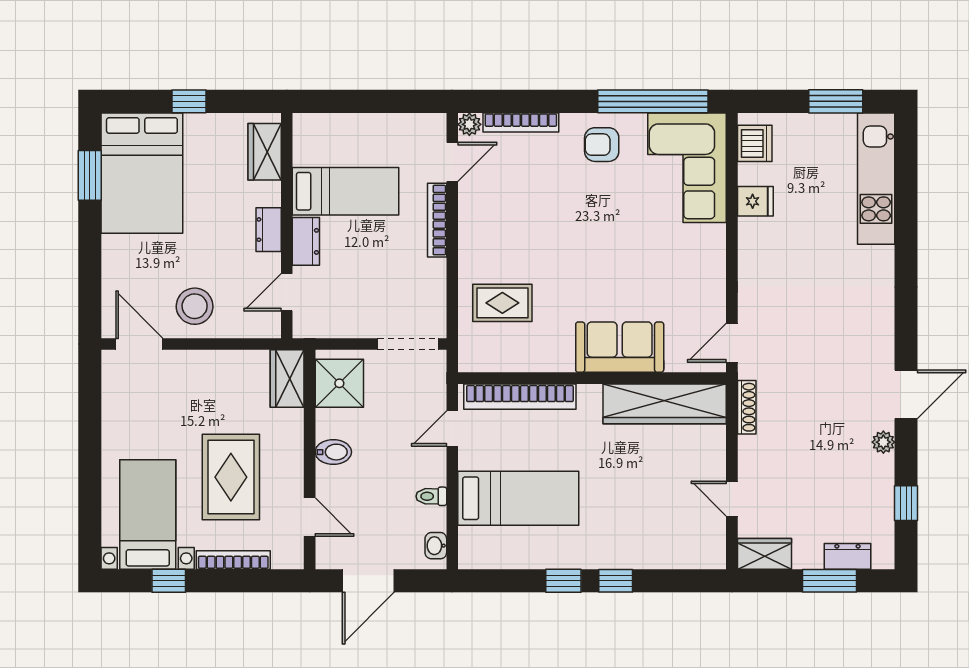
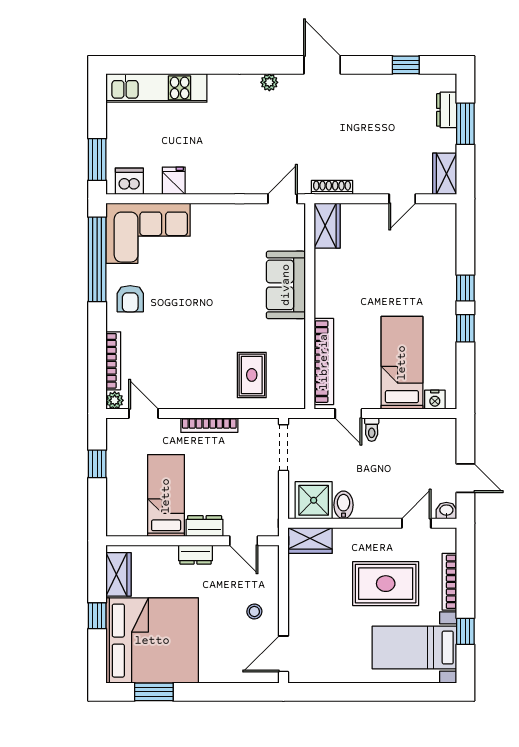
window: (387, 101) -> (97, 464), added
window: (836, 101) -> (97, 160), moved
wardrobe: (265, 152) -> (118, 574), moved, turned -90
bed: (142, 173) -> (152, 641), width x1.36
bookcase: (437, 220) -> (209, 425), moved
stool: (195, 306) -> (254, 611), width x0.53, depth x0.53
door: (732, 343) -> (282, 199), swing flipped
wardrobe: (665, 404) -> (327, 226), width x0.48, depth x0.85
plant: (883, 442) -> (269, 82), moved
bidet: (333, 452) -> (343, 505), moved
toilet: (431, 496) -> (372, 430), moved
nightstand: (470, 541) -> (435, 400), added
washbasin: (436, 546) -> (446, 511), moved, turned 180
door: (368, 581) -> (465, 478), width x0.73

